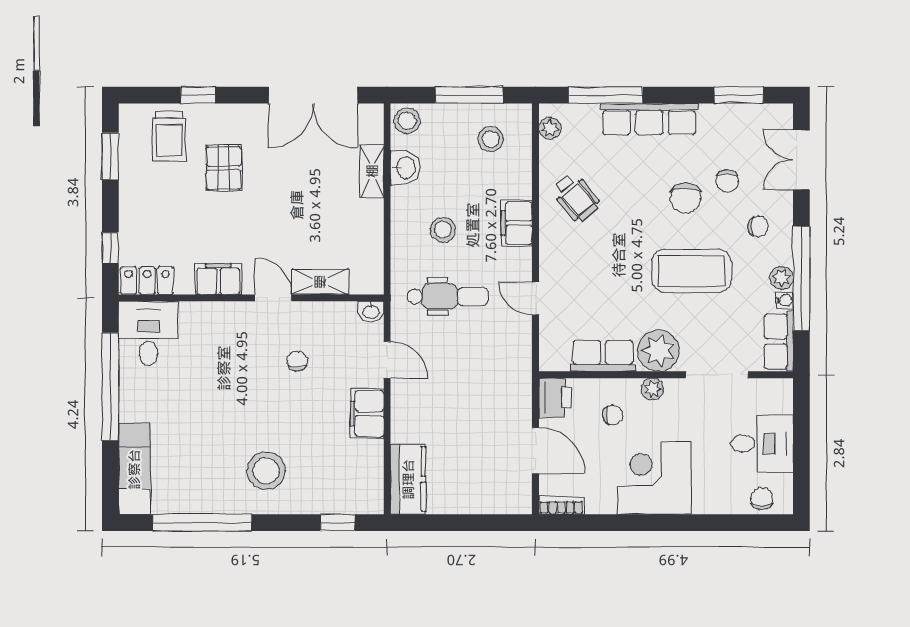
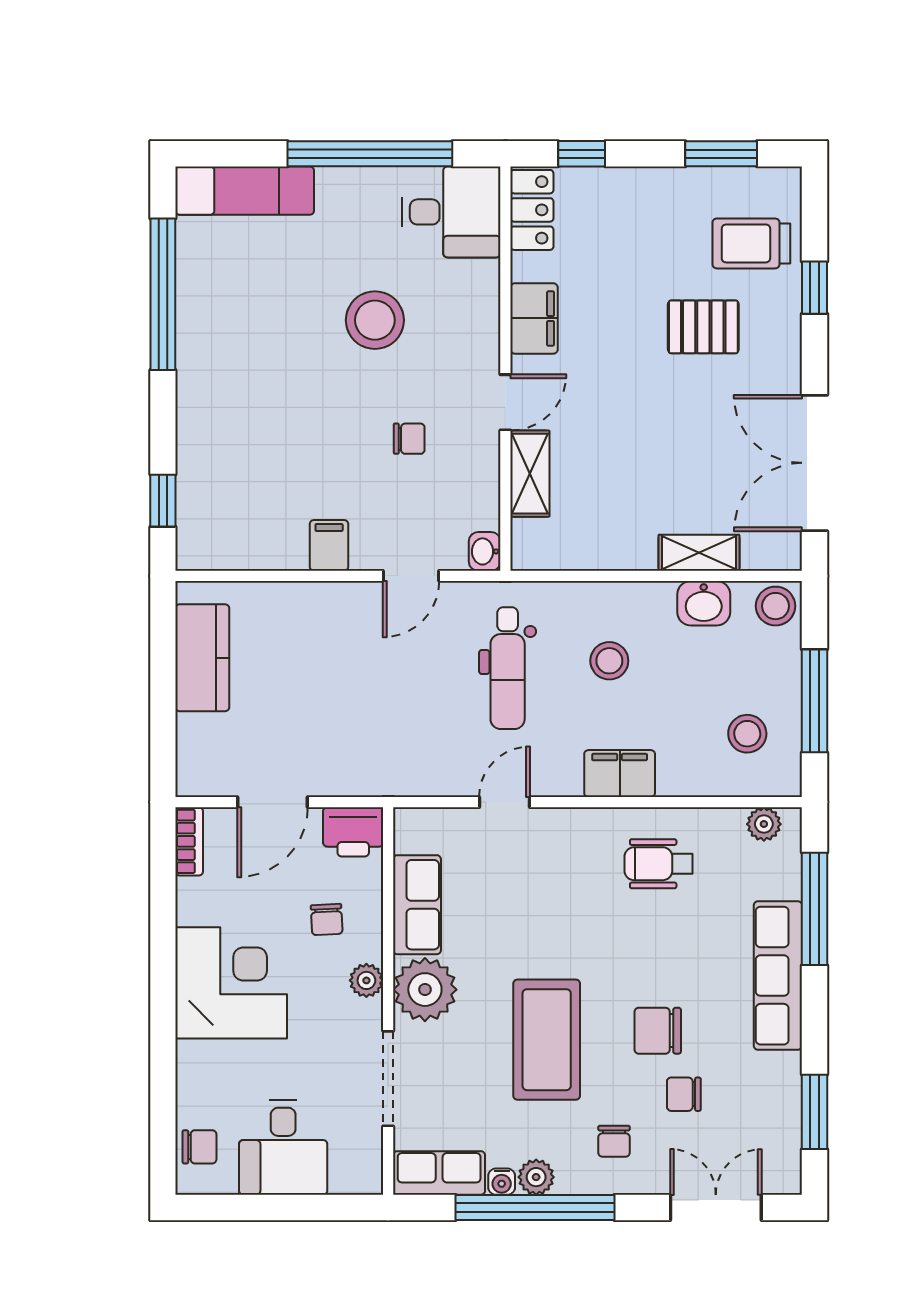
wheelchair: (576, 197) -> (659, 864), turned 39
filing cabinet: (367, 414) -> (329, 545), width x0.50
stool: (266, 471) -> (375, 320), moved
kitchen counter: (408, 479) -> (202, 658), moved, turned -90

